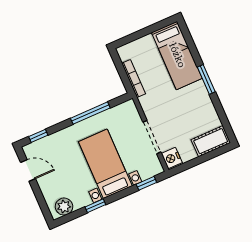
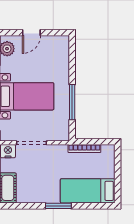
window: (38, 136) -> (72, 53), removed
door: (28, 171) -> (31, 33), moved

